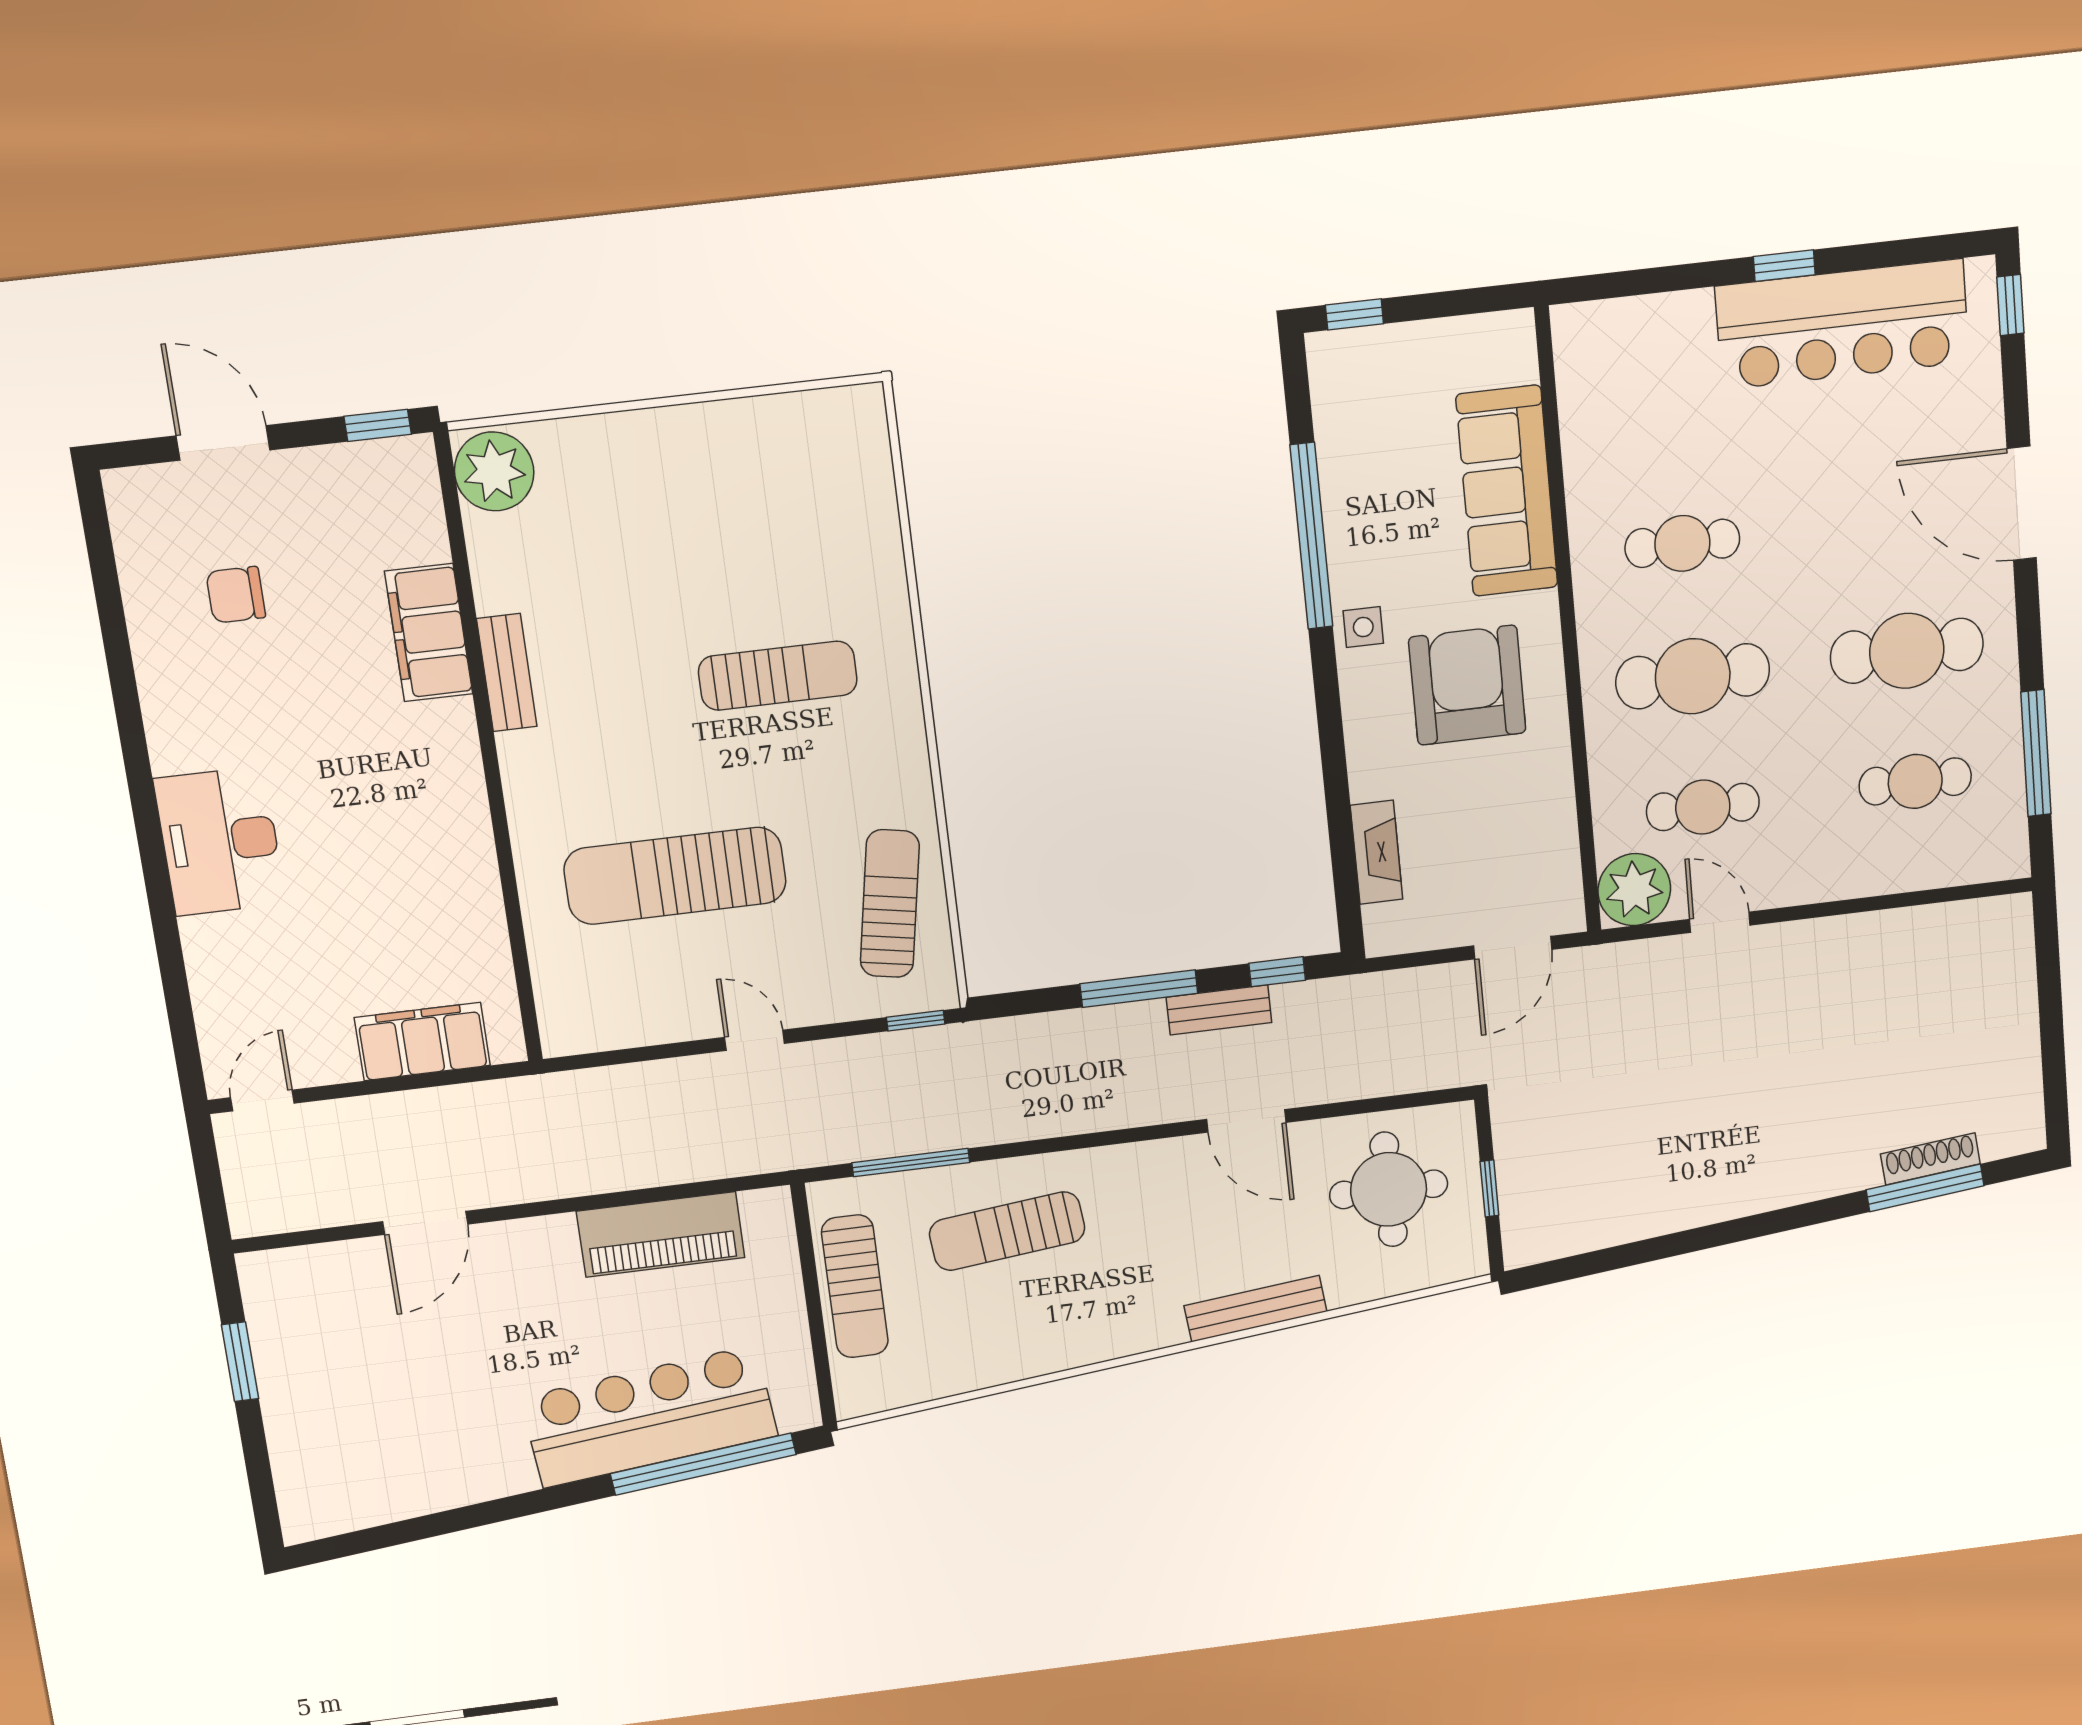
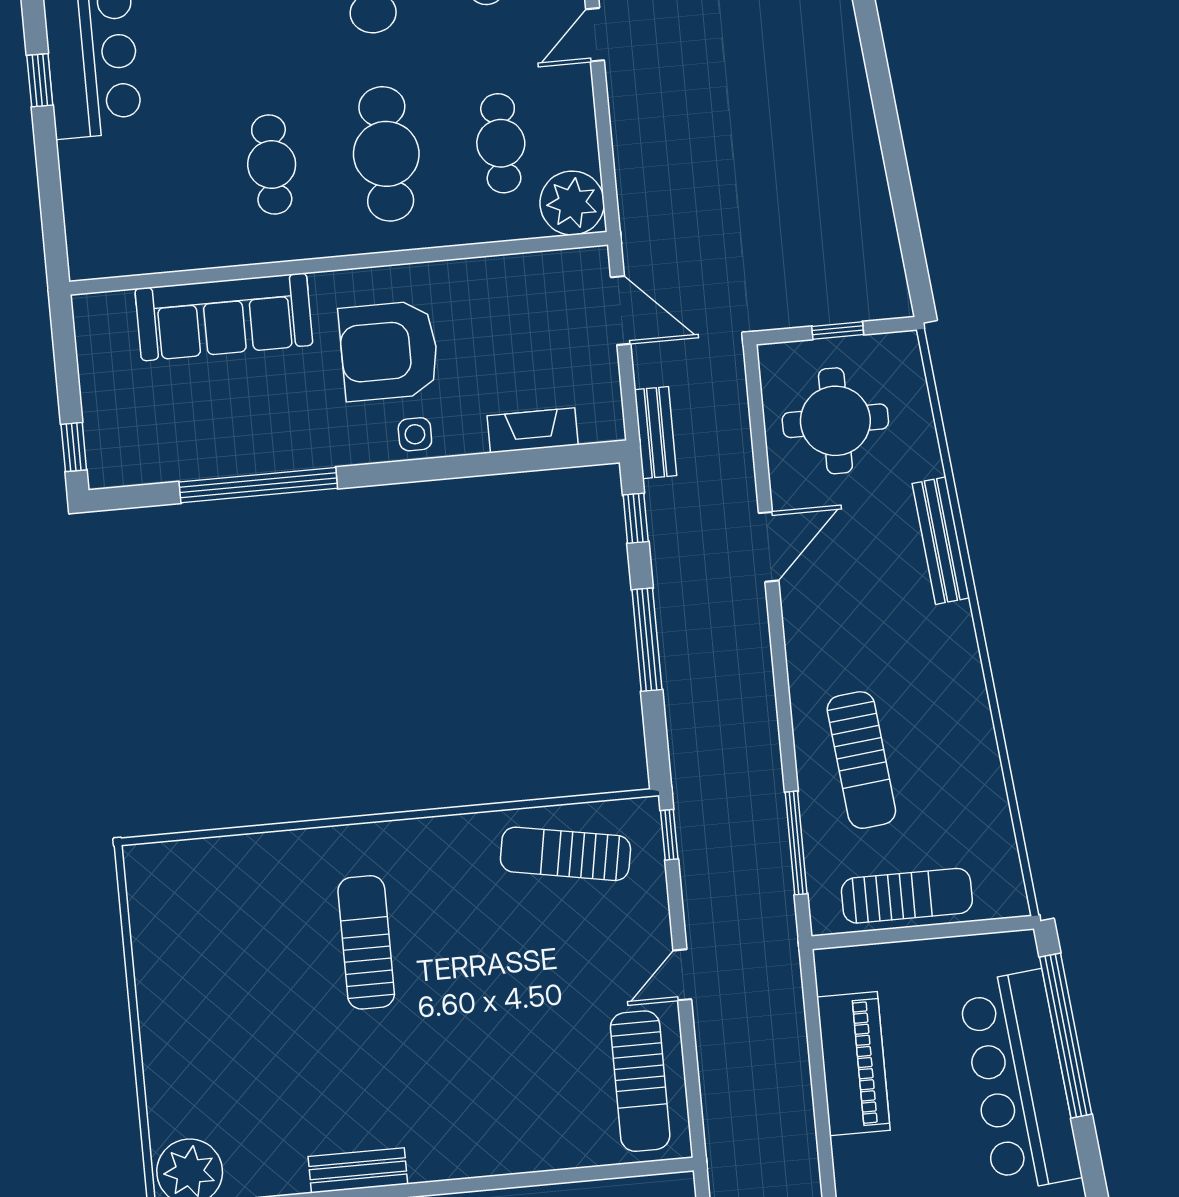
side table: (1363, 627) -> (415, 434), moved
sun lounger: (675, 876) -> (640, 1081), moved, width x0.73, depth x0.75
door: (1720, 922) -> (595, 35), moved
bench: (1219, 1010) -> (655, 433), moved

